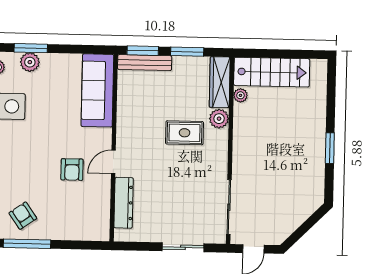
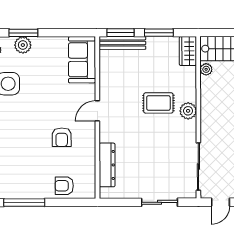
wardrobe: (220, 82) -> (188, 51), width x0.67
sofa: (97, 90) -> (82, 60), width x0.73
plant: (219, 119) -> (188, 111), moved
door: (113, 162) -> (97, 111), moved
armchair: (23, 216) -> (64, 186), moved, turned -55

